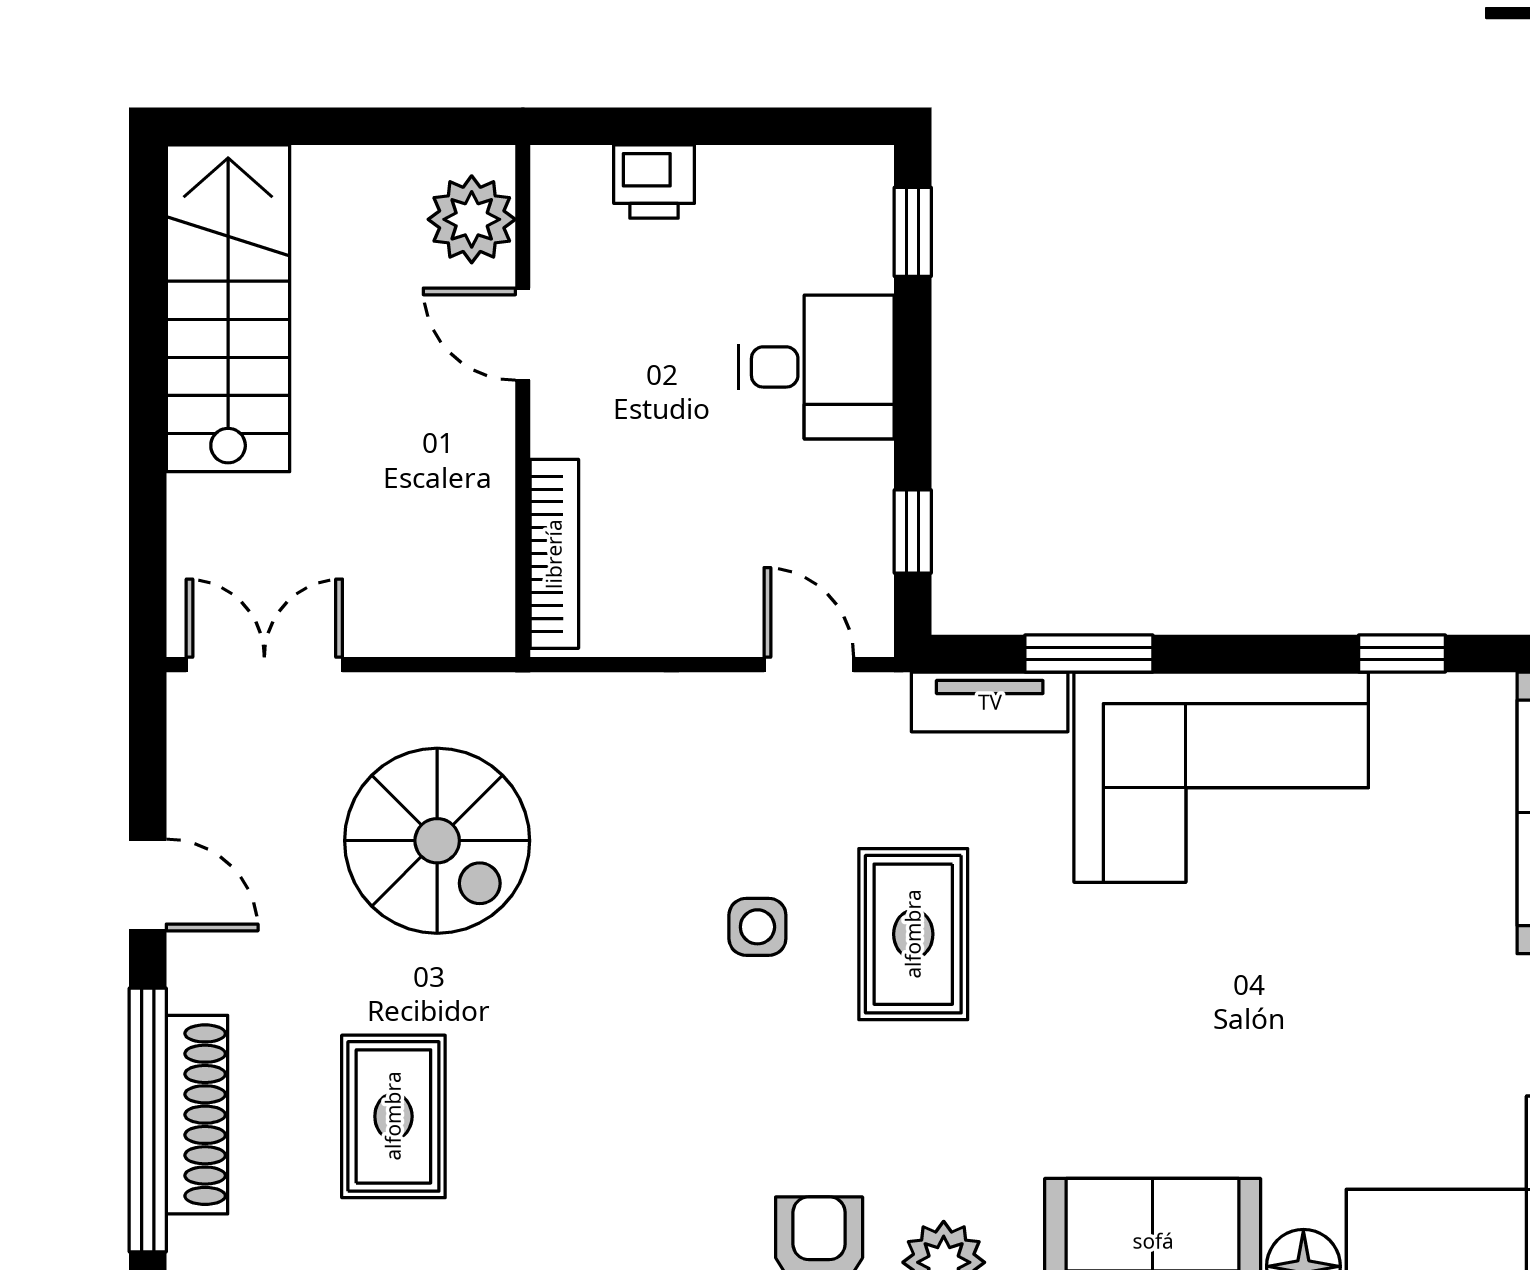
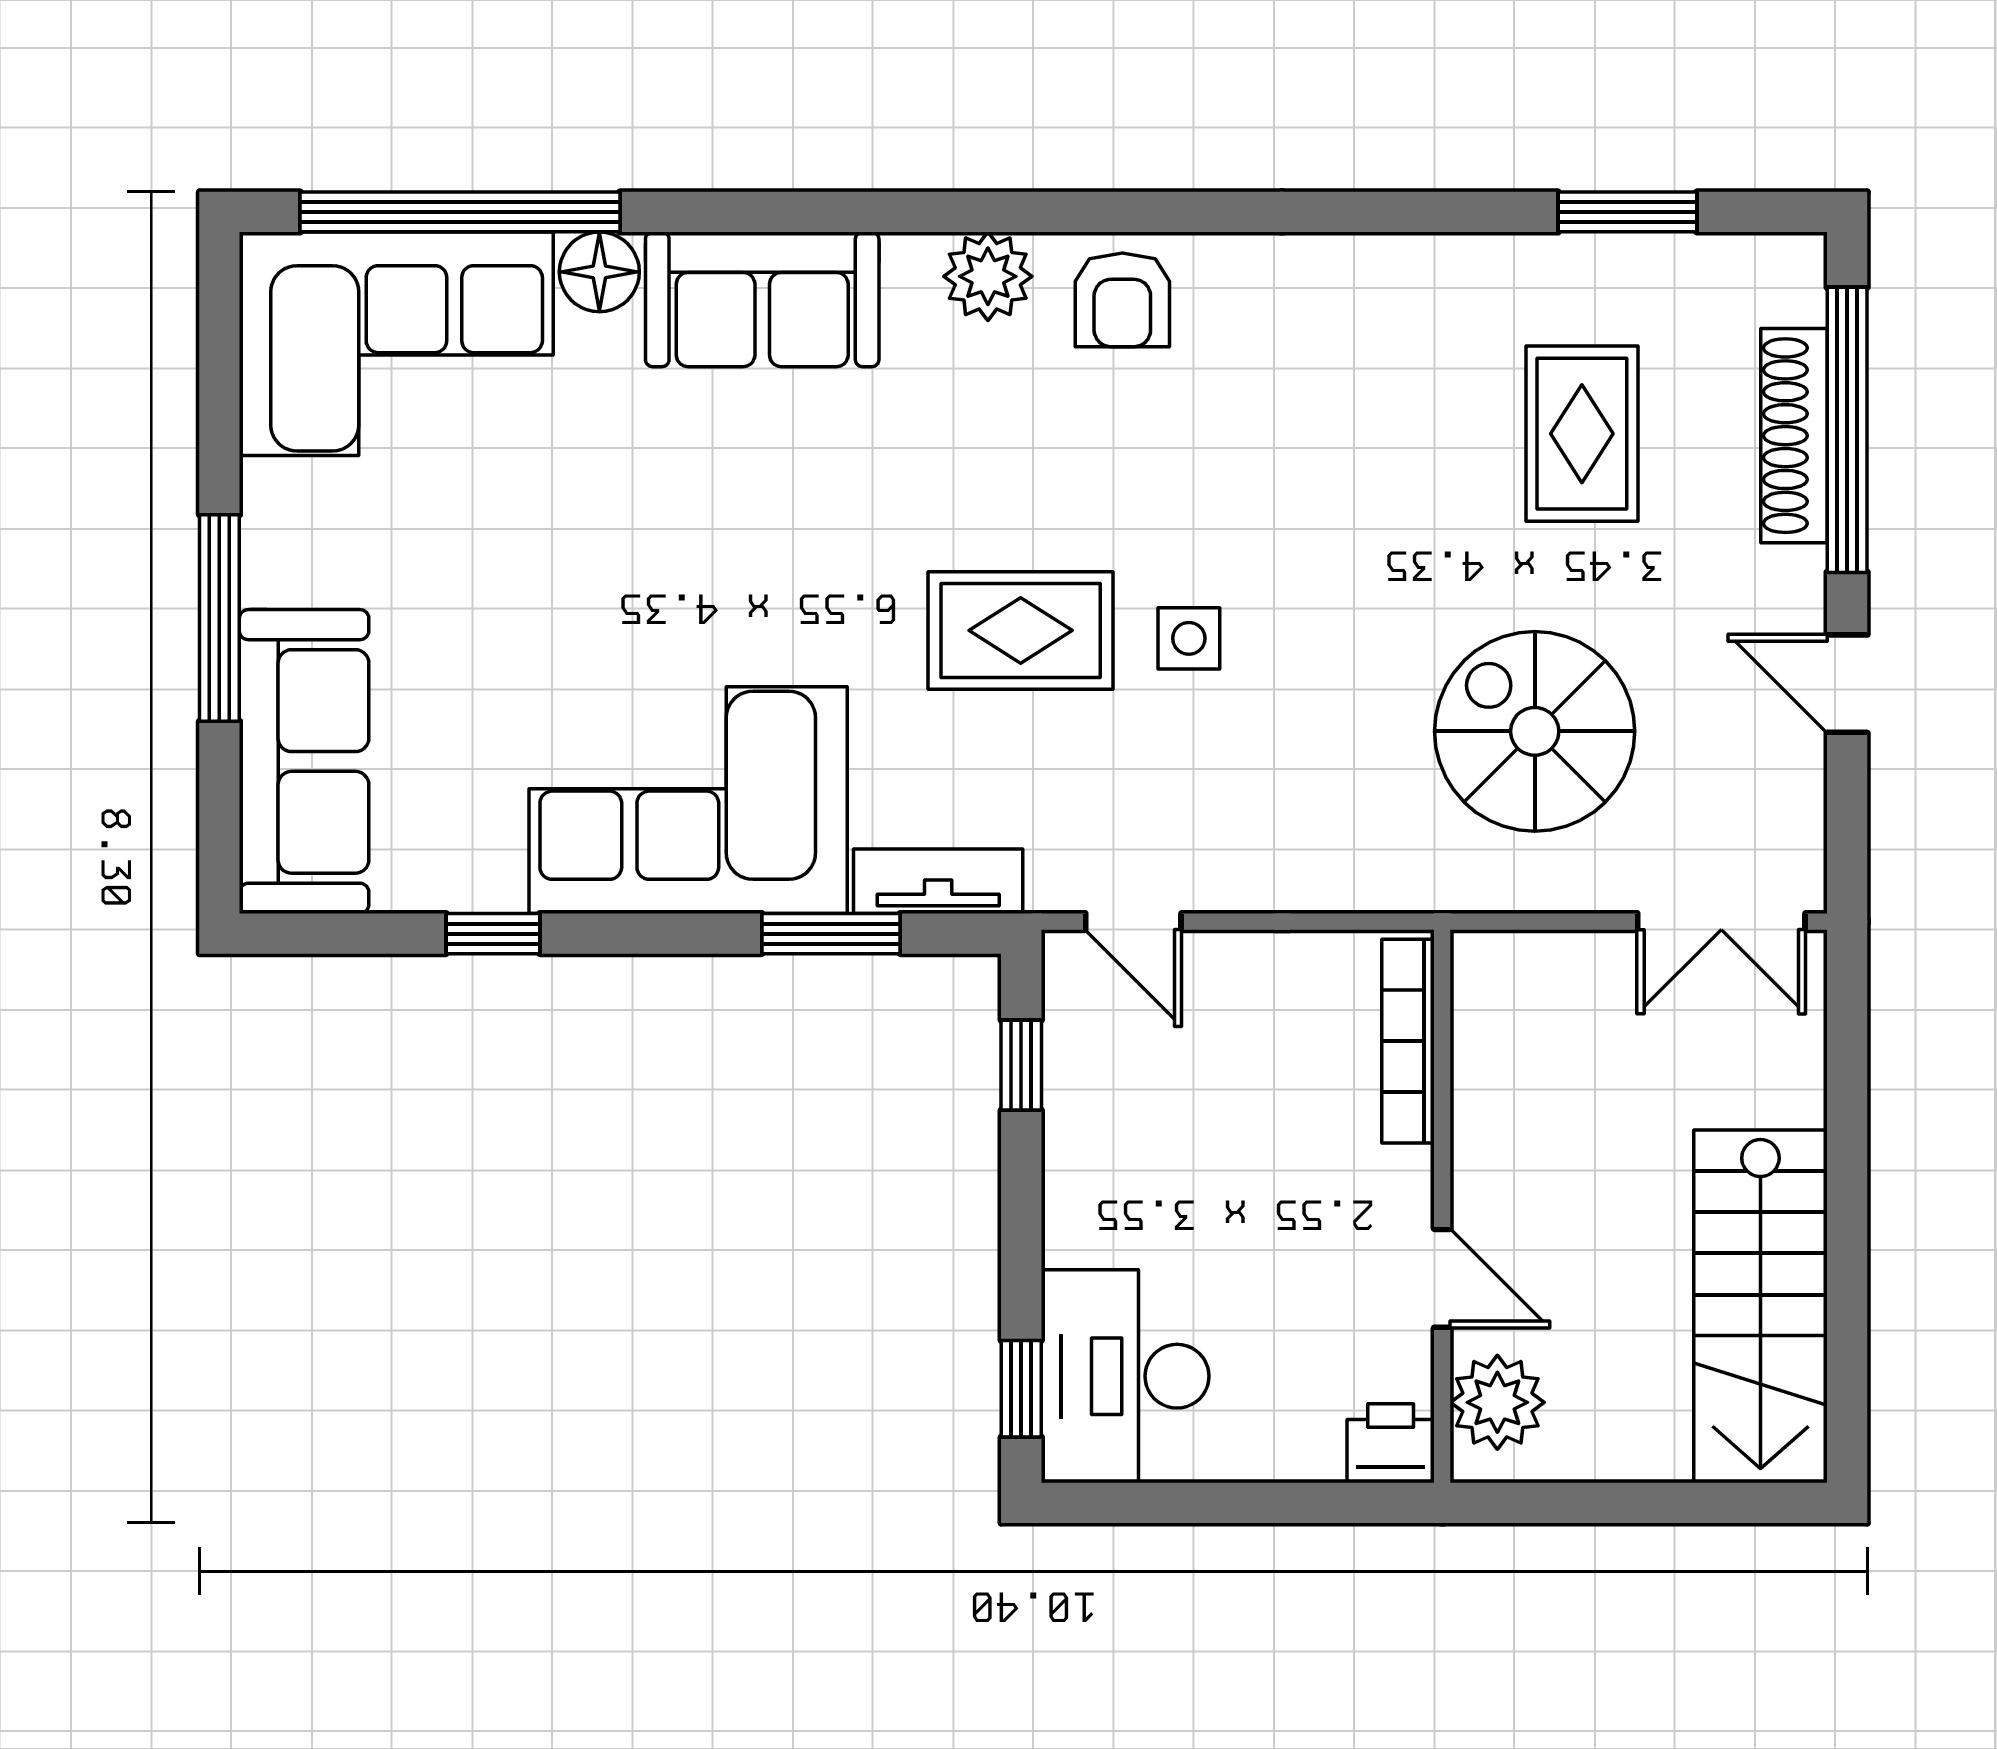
printer: (654, 181) -> (1391, 1443), moved
desk: (817, 367) -> (1125, 1376), moved, width x1.37
rug: (913, 934) -> (1021, 630), turned 90

